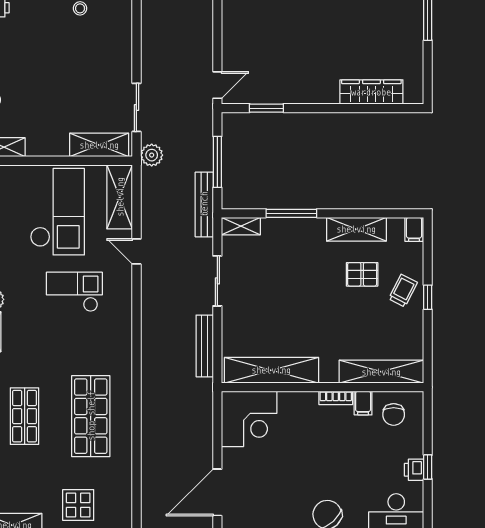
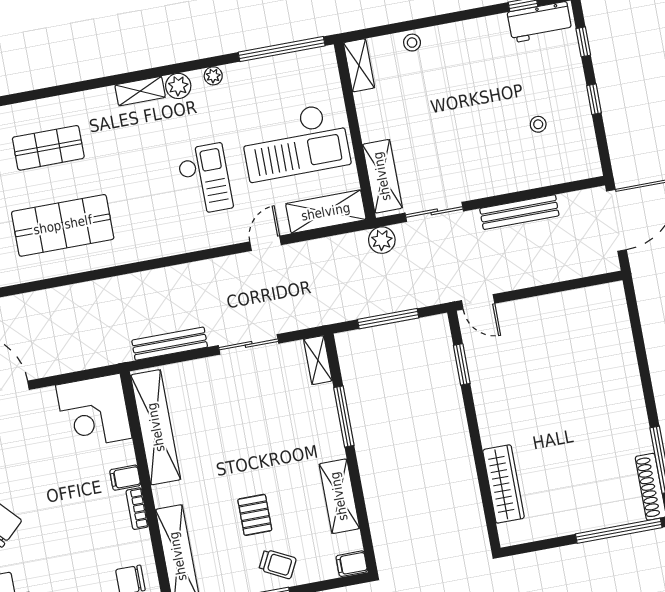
bench: (204, 204) -> (519, 212), moved
pallet: (362, 274) -> (255, 515), moved
filing cabinet: (363, 403) -> (125, 478), moved

